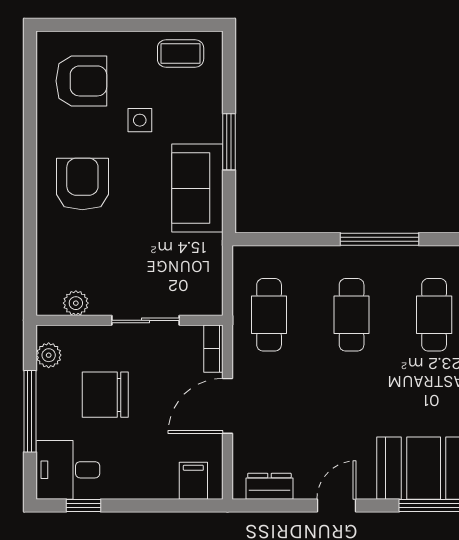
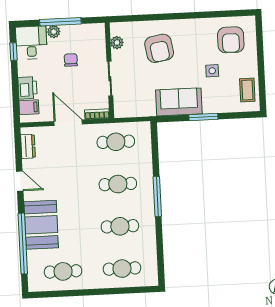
armchair: (82, 184) -> (159, 48), moved, turned 80
plant: (49, 355) -> (54, 32), moved
chair: (105, 395) -> (71, 60), width x0.54, depth x0.54
printer: (156, 482) -> (27, 88), added

